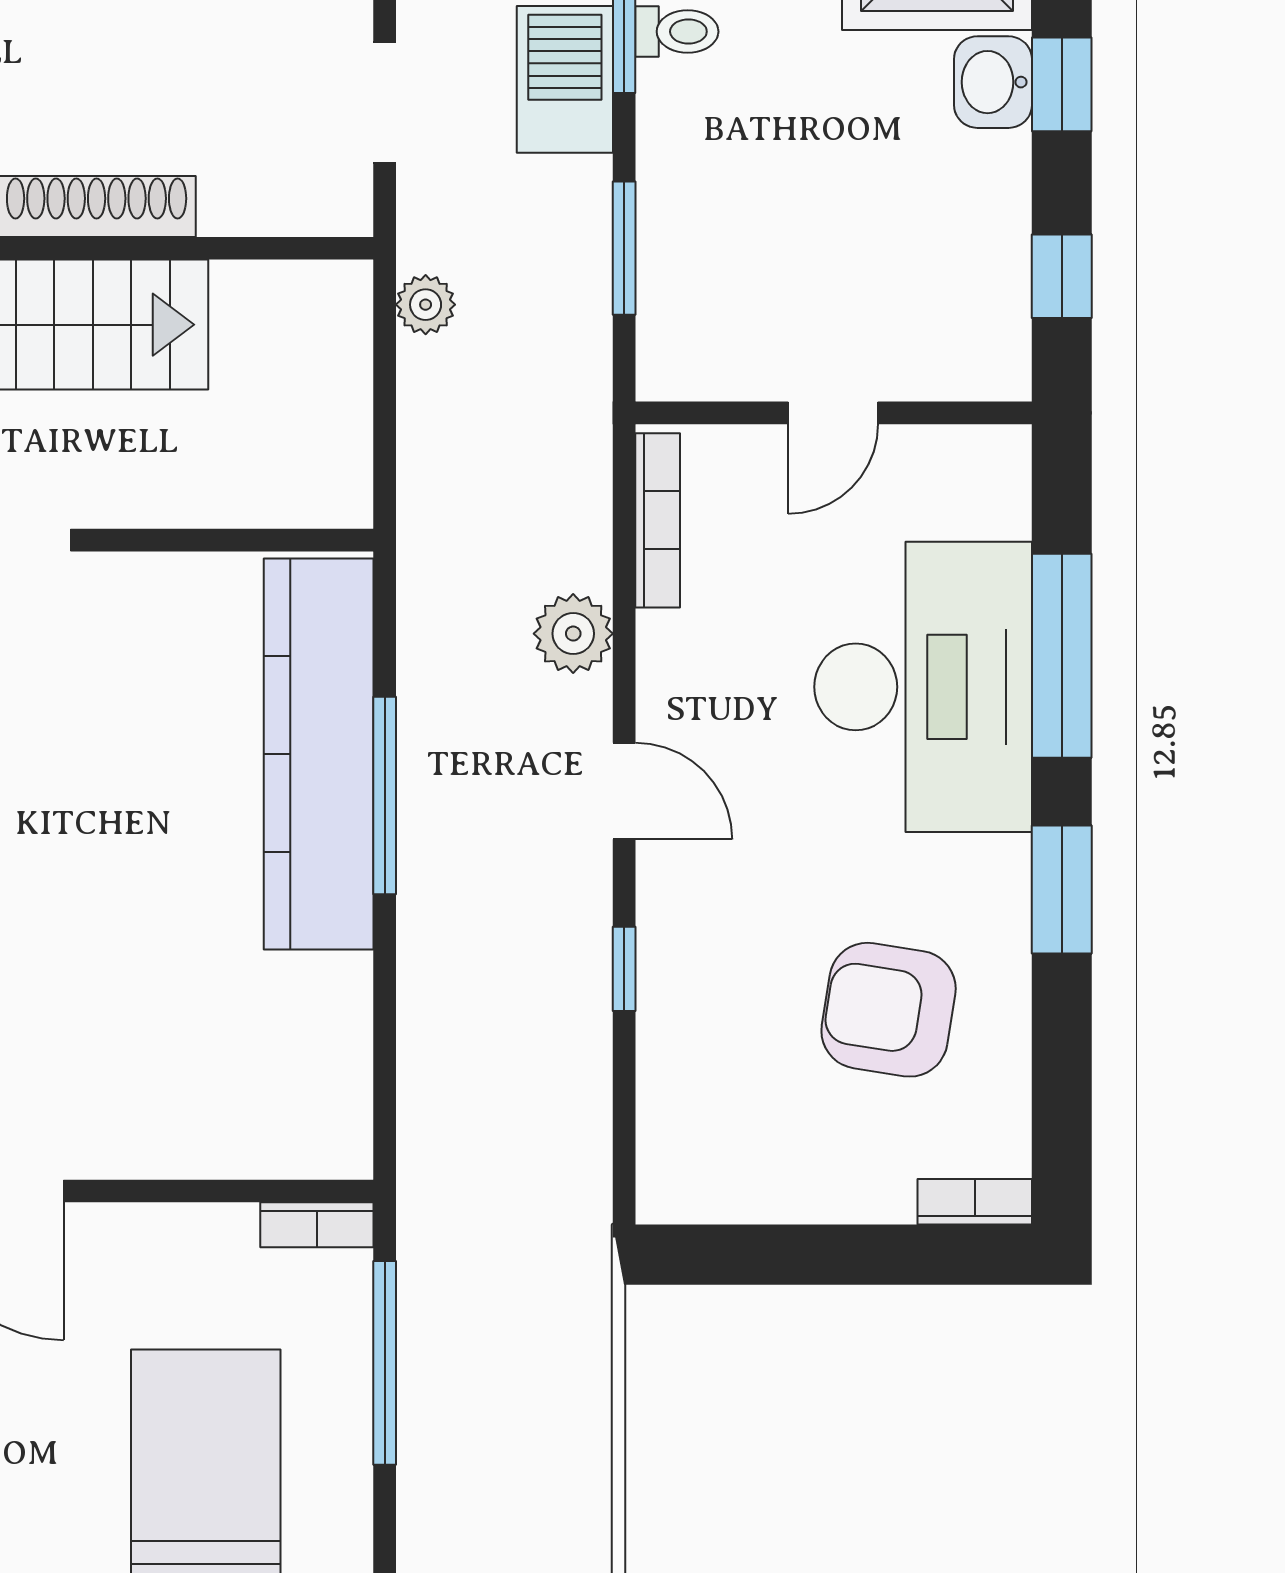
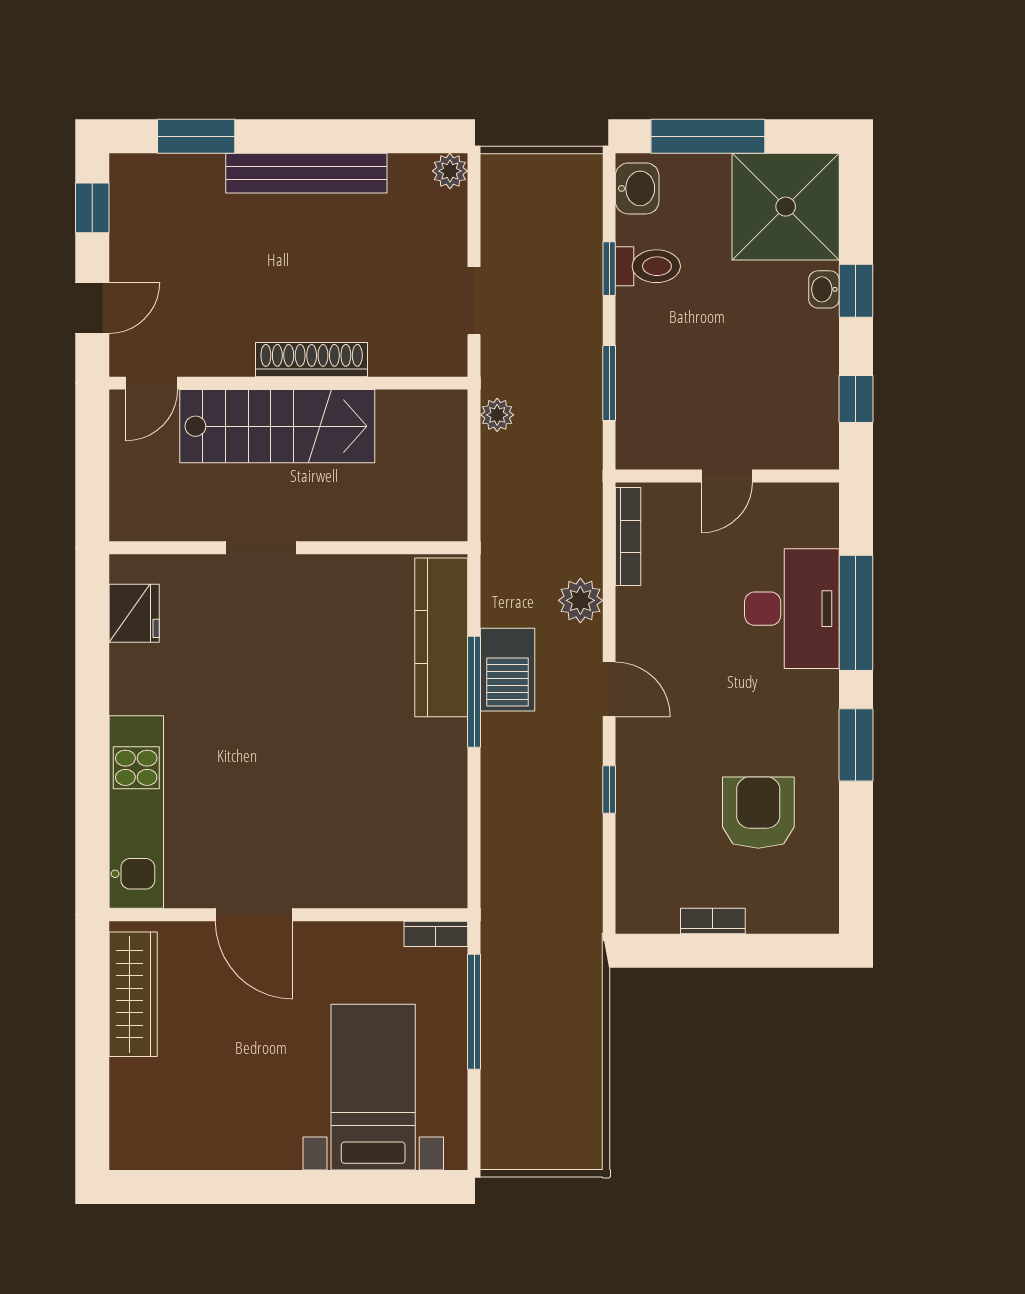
toilet: (677, 32) -> (648, 266), width x1.37, depth x1.39
barbecue: (565, 79) -> (507, 670), moved, turned 180
washbasin: (993, 82) -> (824, 289), width x0.72, depth x0.69
desk: (923, 687) -> (792, 609), width x0.73, depth x0.77
kitchen counter: (319, 754) -> (441, 637), width x0.72, depth x0.86
armchair: (889, 1010) -> (758, 813), turned 81
bookcase: (975, 1202) -> (713, 921), moved

